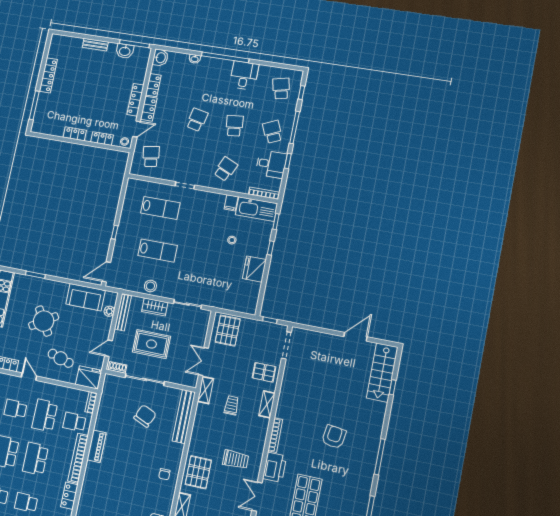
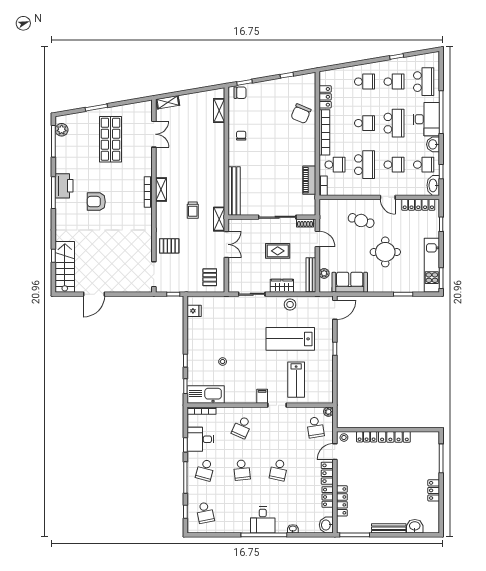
bench: (95, 45) -> (389, 528), width x1.36
washbasin: (125, 51) -> (415, 526), moved
locker: (48, 75) -> (434, 490), width x0.66
desk: (244, 75) -> (263, 520), moved
locker: (135, 100) -> (342, 501), moved
school desk: (272, 132) -> (205, 470), turned 39
locker: (75, 134) -> (394, 437), width x1.53
plant: (135, 170) -> (328, 412), added
filing cabinet: (231, 203) -> (262, 396), moved
lab bench: (160, 208) -> (296, 380), turned -90
lab bench: (158, 251) -> (290, 339), width x1.36, depth x1.39
fridge: (254, 269) -> (194, 311), moved, width x0.53, depth x0.75
round table: (44, 321) -> (385, 252), turned 32
pallet: (228, 331) -> (210, 277), width x0.67, depth x0.71
rug: (151, 344) -> (278, 251), width x0.73, depth x0.70
door: (108, 348) -> (317, 239), hinge flipped
fridge: (88, 377) -> (331, 208), removed
shelving: (267, 404) -> (161, 189), moved
chair: (145, 416) -> (301, 114), moved
armchair: (334, 437) -> (96, 202), turned 82
piano: (97, 446) -> (309, 180), moved
school desk: (35, 459) -> (365, 123), width x0.54
trolley: (236, 459) -> (179, 163), removed
printer: (275, 467) -> (64, 186), moved, turned 180
pallet: (198, 472) -> (211, 144), removed

